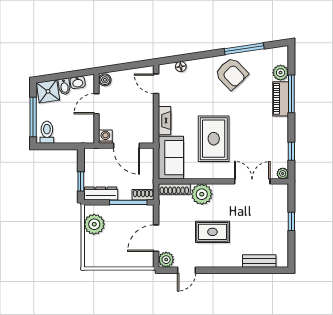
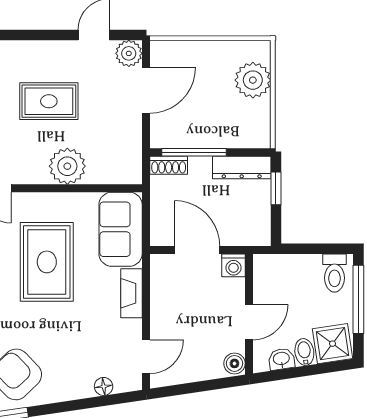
door: (156, 84) -> (146, 357), hinge flipped
shoe rack: (174, 189) -> (115, 175), removed
plant: (94, 224) -> (253, 80), moved

